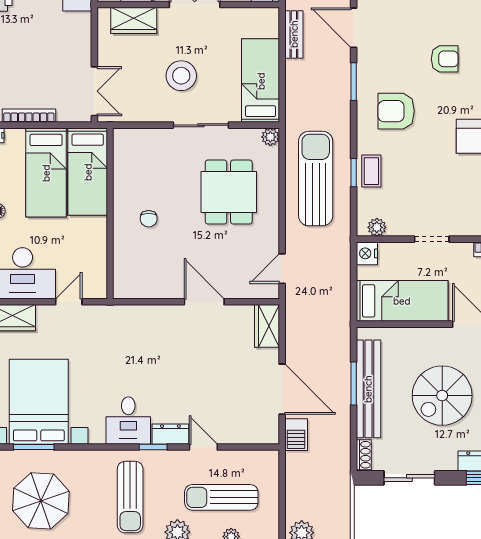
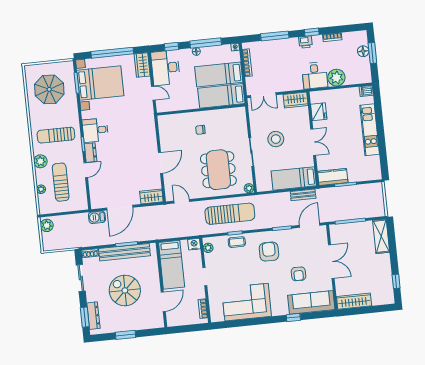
wardrobe: (134, 20) -> (296, 100), moved, turned -90
bed: (261, 81) -> (294, 178), moved, turned 180
dining table: (229, 192) -> (218, 170), width x1.38

